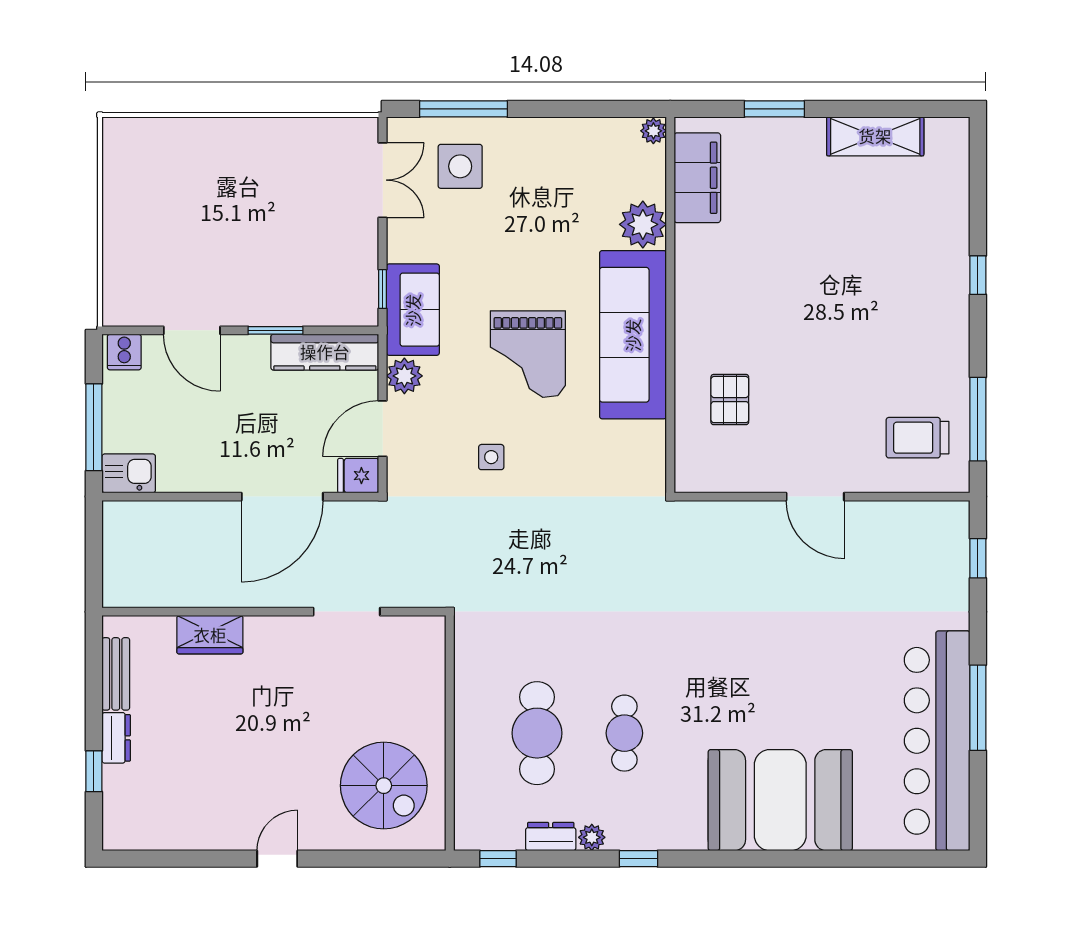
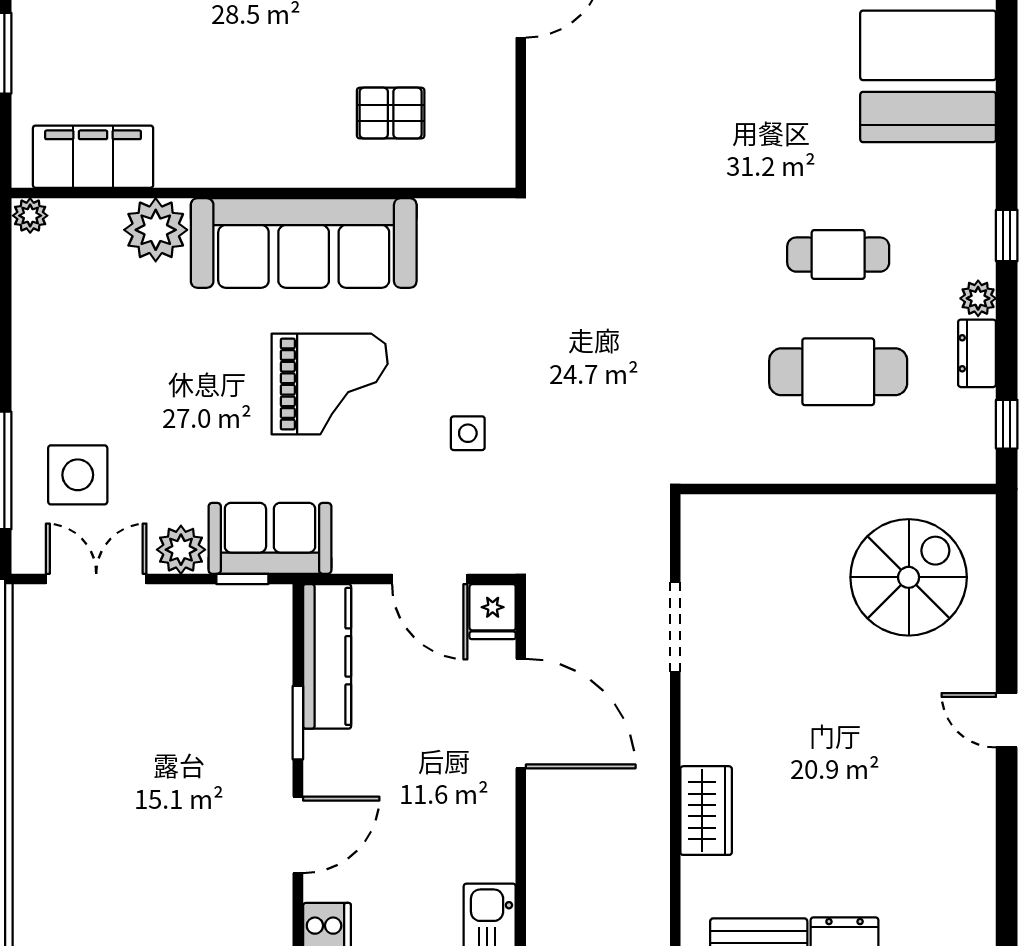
plant: (404, 376) -> (181, 550), moved

